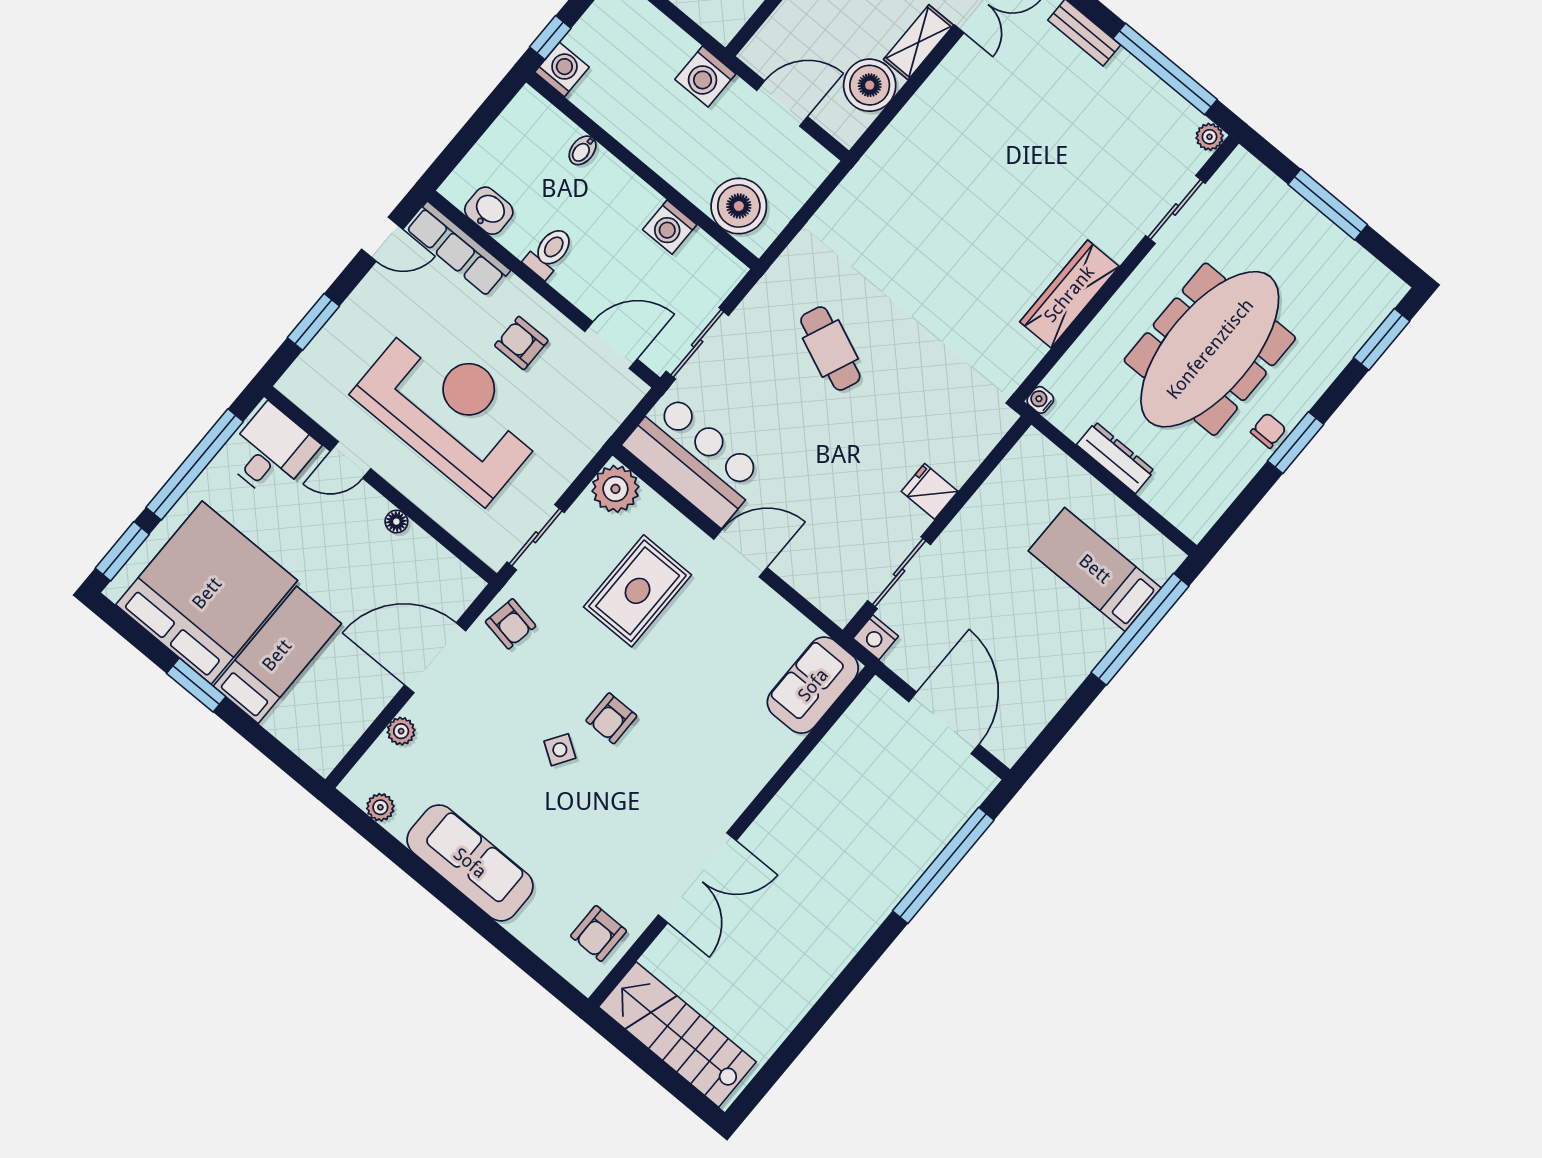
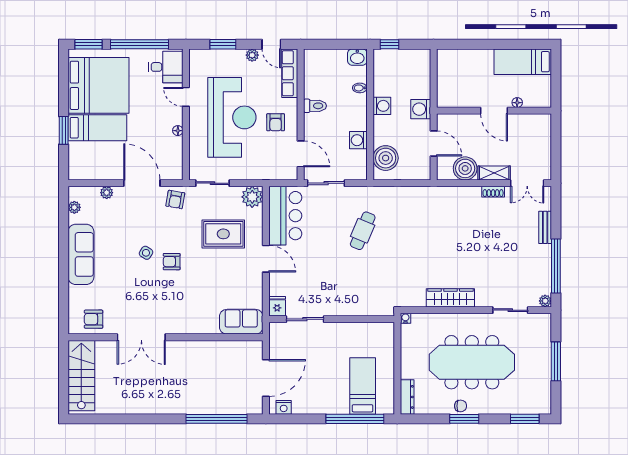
washing machine: (562, 70) -> (382, 106), moved
shoe rack: (949, 71) -> (493, 192), added
washbasin: (489, 211) -> (357, 57), moved, turned 90
plant: (374, 287) -> (252, 55), added
armchair: (521, 343) -> (276, 122), turned 180
dresser: (1116, 458) -> (407, 397), moved
fridge: (930, 491) -> (277, 306), moved
nightstand: (876, 637) -> (284, 407), moved, turned -90
window: (196, 685) -> (64, 130), moved

